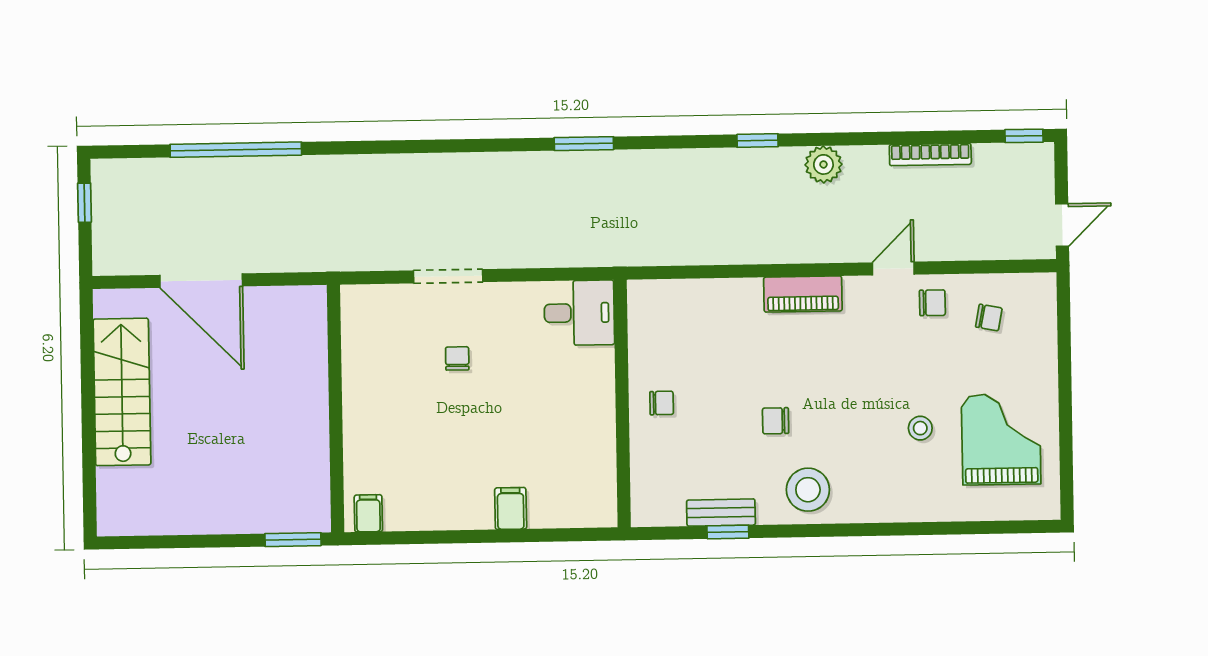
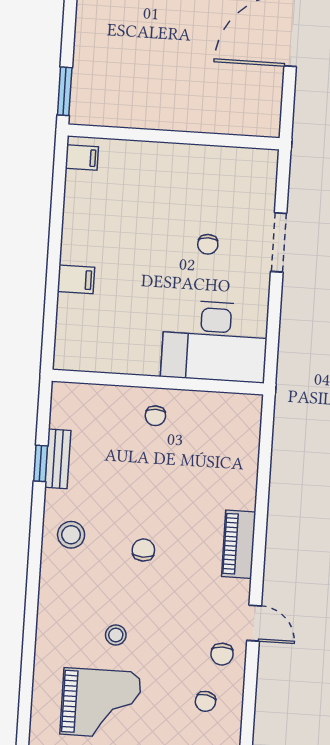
desk: (579, 313) -> (215, 341), width x1.87, depth x1.30
chair: (457, 358) -> (208, 244), turned 90
chair: (776, 421) -> (143, 550), moved
stool: (808, 490) -> (71, 535), width x0.73, depth x0.73

